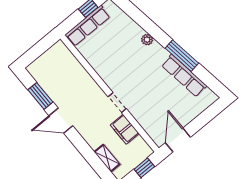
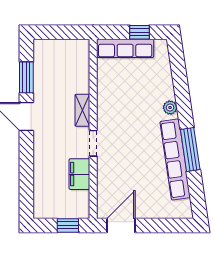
row of seats: (184, 76) -> (175, 159), width x1.36
shelving: (107, 158) -> (82, 110), moved

